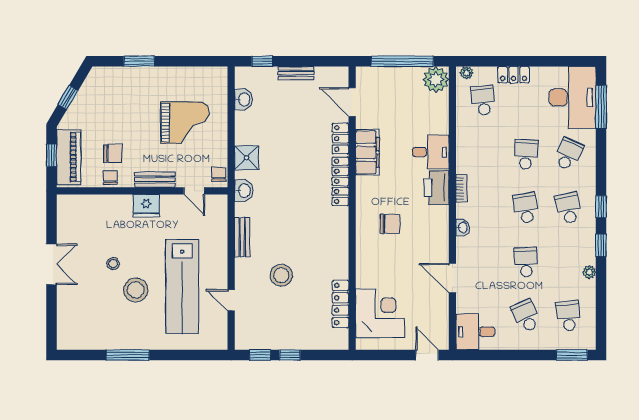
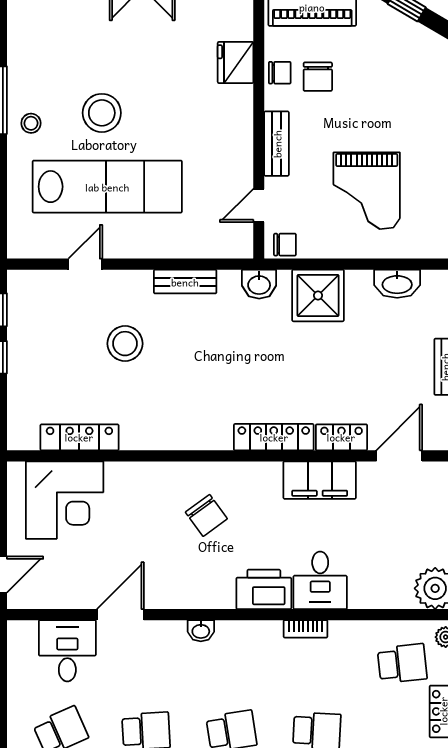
washbasin: (244, 99) -> (397, 284), width x1.38
shower: (247, 158) -> (318, 295), width x1.36, depth x1.36
bookcase: (461, 188) -> (306, 629), moved
fridge: (146, 205) -> (236, 62), moved
chair: (390, 224) -> (206, 515), turned -37
stool: (113, 264) -> (31, 123), moved
lab bench: (182, 286) -> (107, 187), turned 180
desk: (475, 332) -> (67, 651), moved

